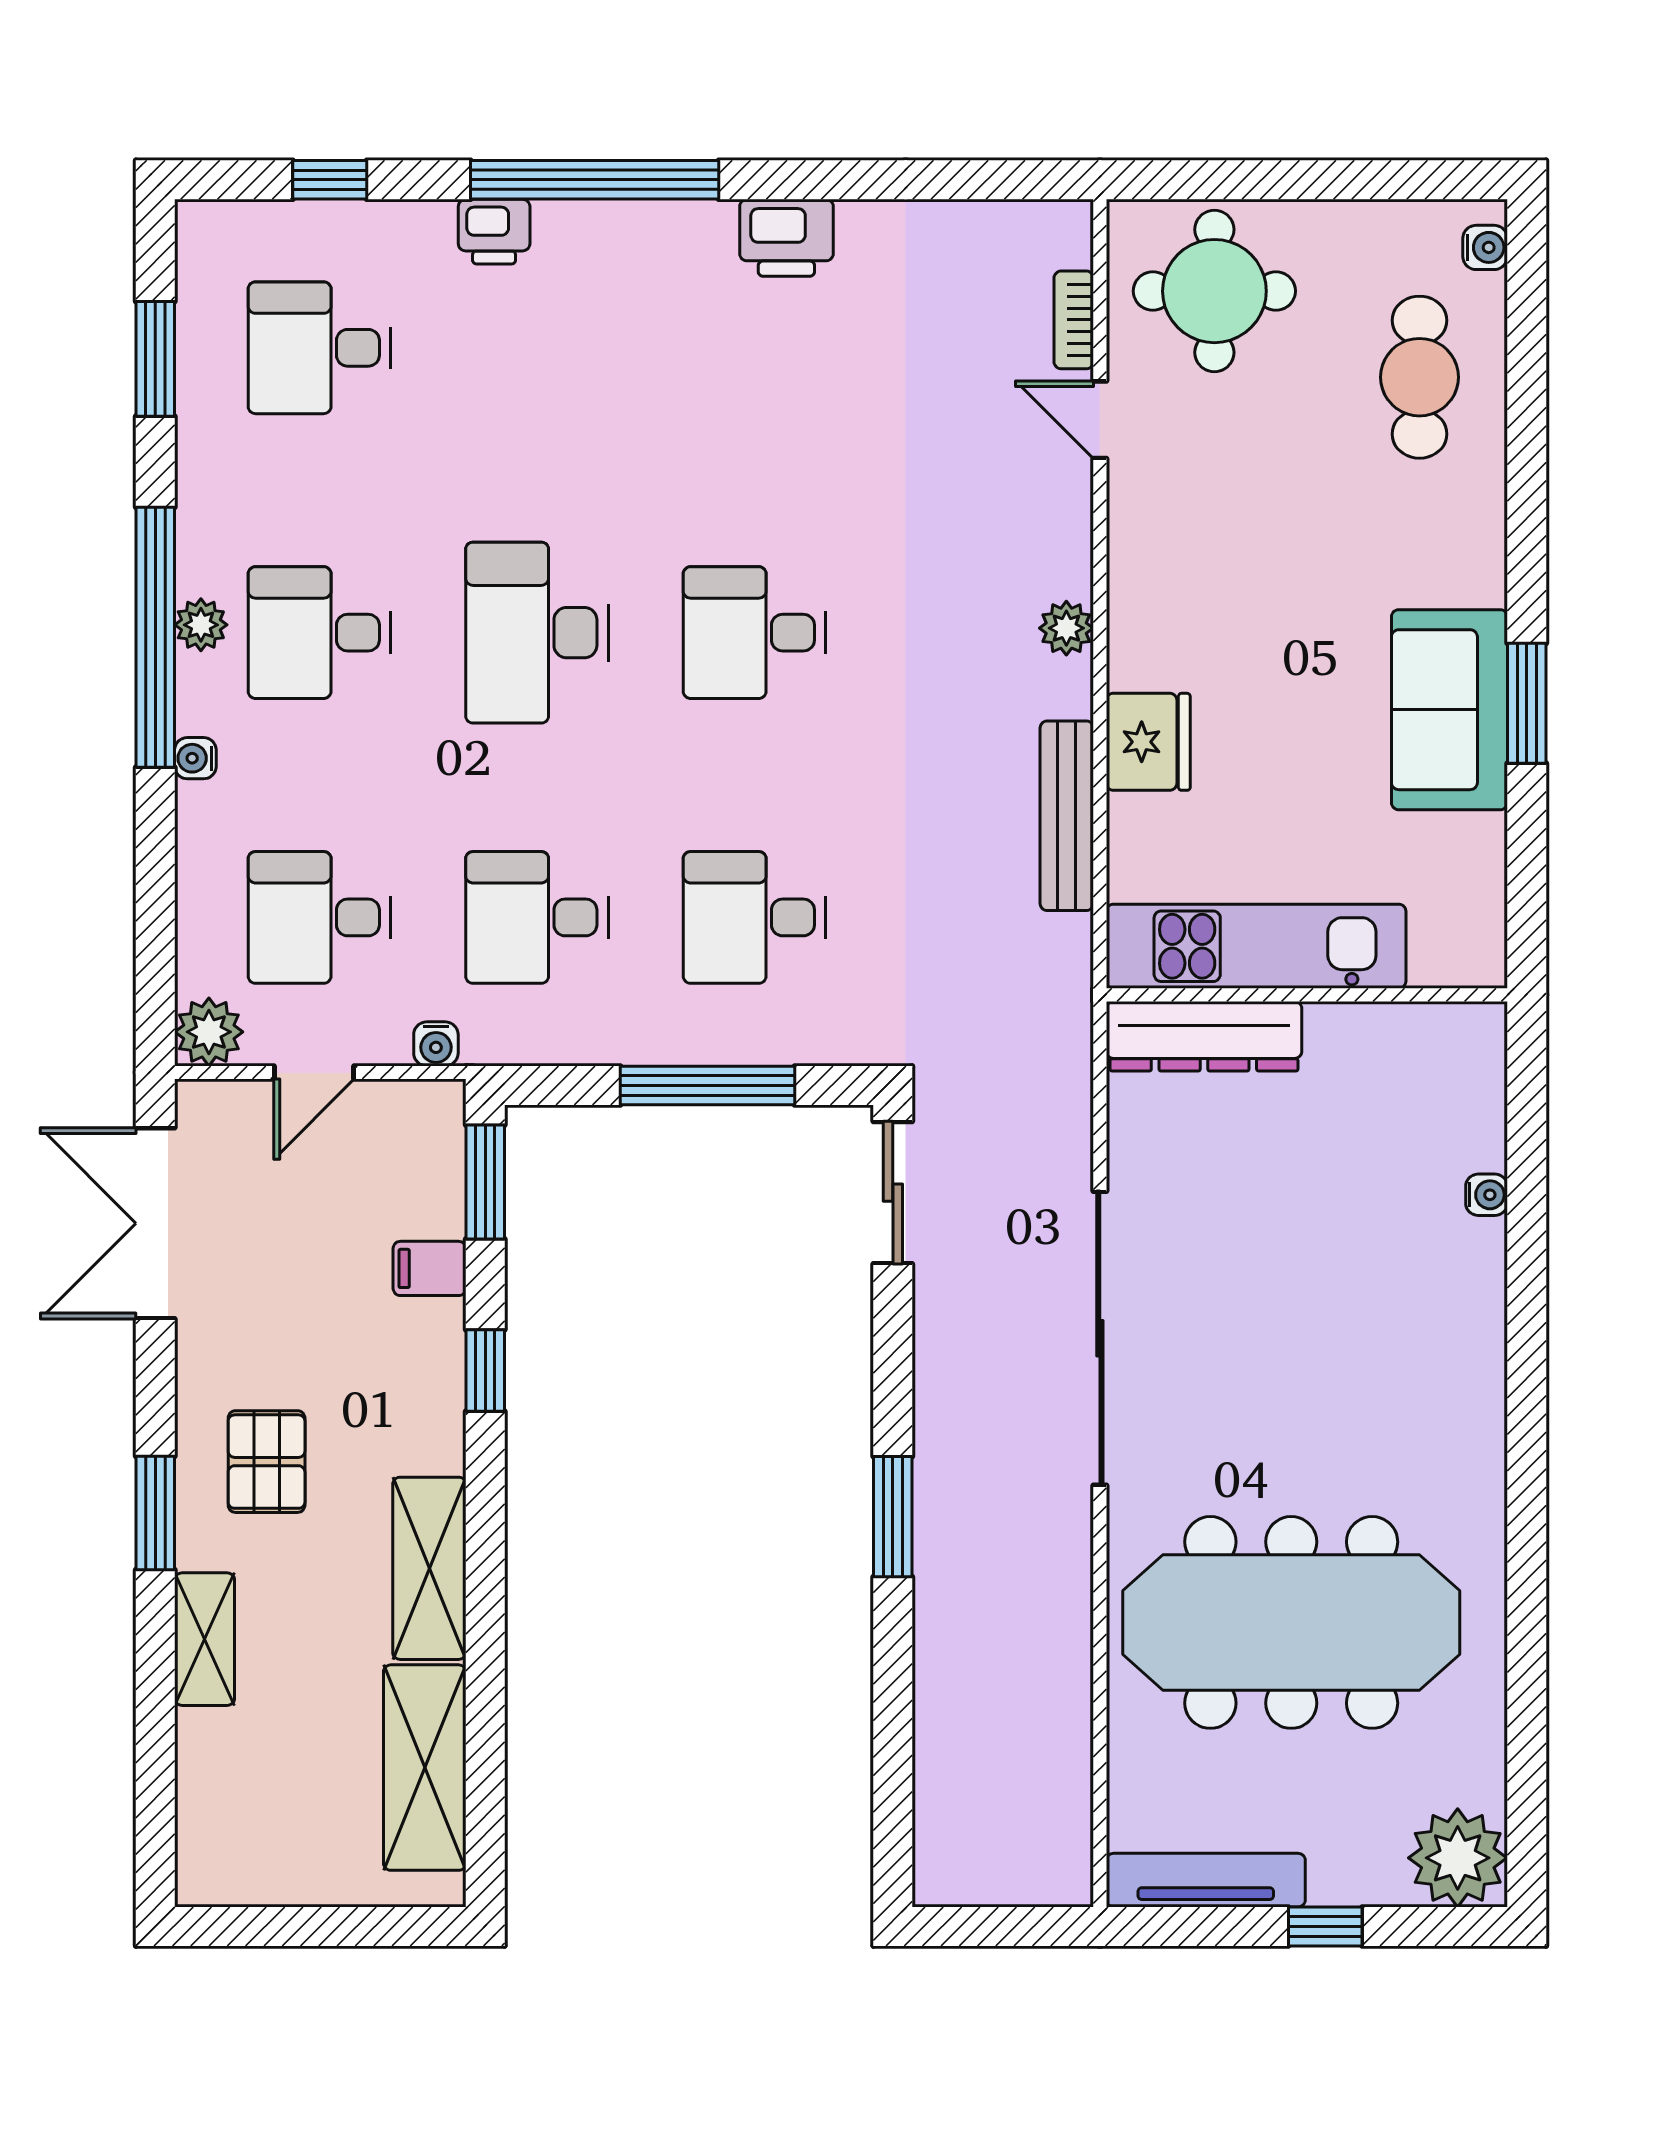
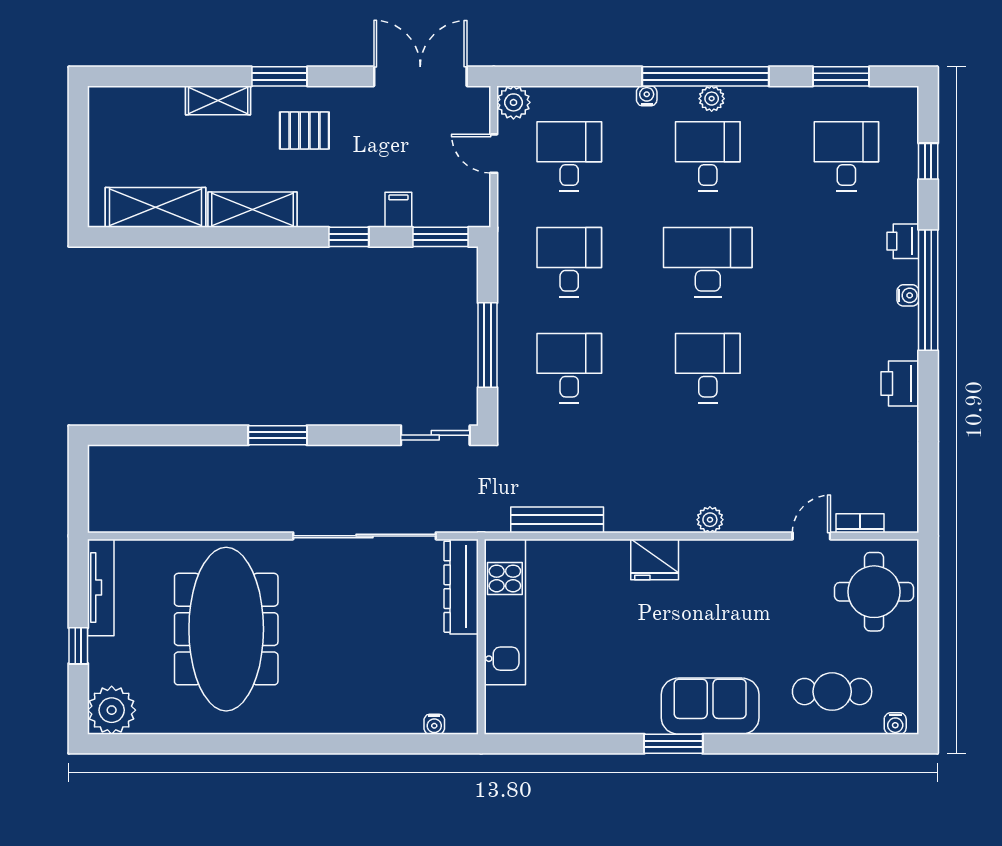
sofa: (1449, 710) -> (710, 706), moved
bench: (1067, 816) -> (557, 520), moved
kitchen unit: (1256, 946) -> (505, 612), moved
wall: (1307, 995) -> (481, 637), moved
dresser: (1204, 1036) -> (461, 587), moved
water cooler: (436, 1044) -> (908, 295), moved, turned 180

